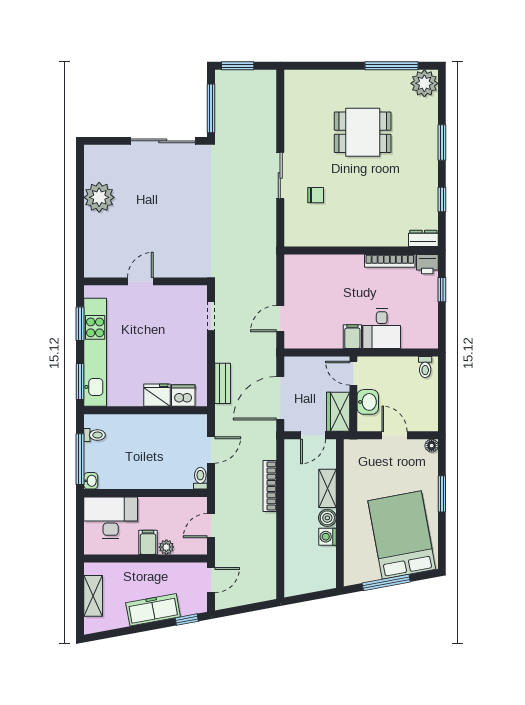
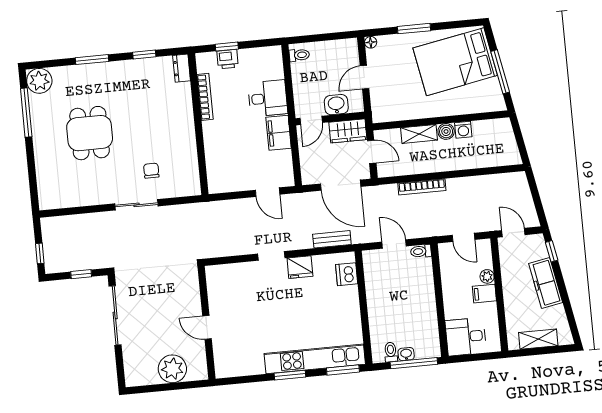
window: (238, 66) -> (40, 253), width x0.67
window: (211, 108) -> (81, 274), width x0.46
printer: (427, 264) -> (228, 59), moved, turned 90
door: (140, 281) -> (207, 327), moved
wall: (146, 281) -> (207, 323), moved
filing cabinet: (352, 337) -> (279, 133), width x2.00
fridge: (157, 395) -> (300, 267), moved, turned -90
washbasin: (91, 481) -> (406, 354), moved
desk: (111, 518) -> (466, 337), width x0.73

